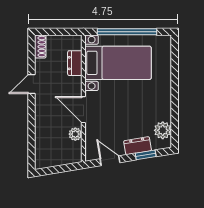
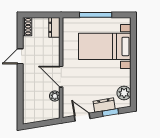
window: (127, 32) -> (96, 15), width x0.68
dresser: (75, 63) -> (54, 27), moved
bed with nightstands: (118, 63) -> (105, 46), moved, turned 180

